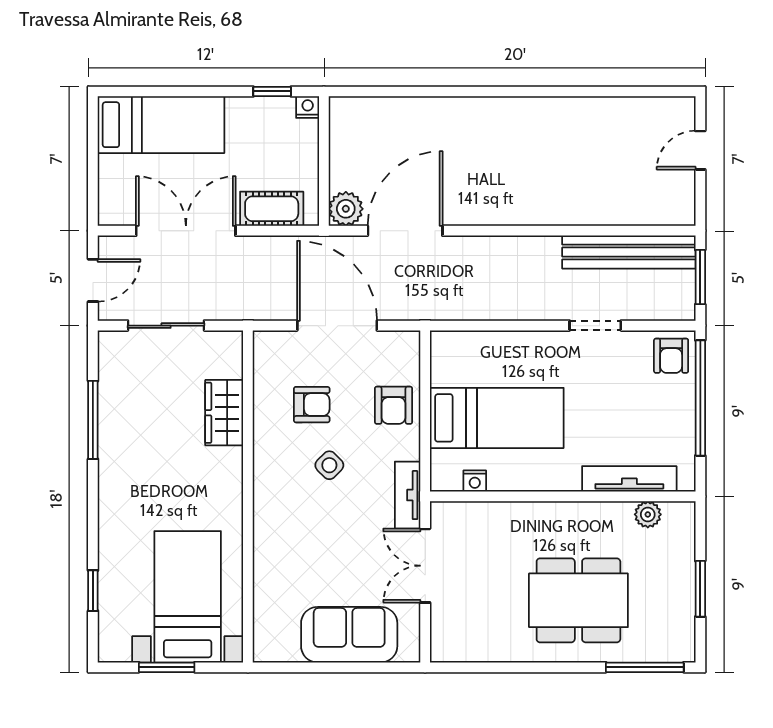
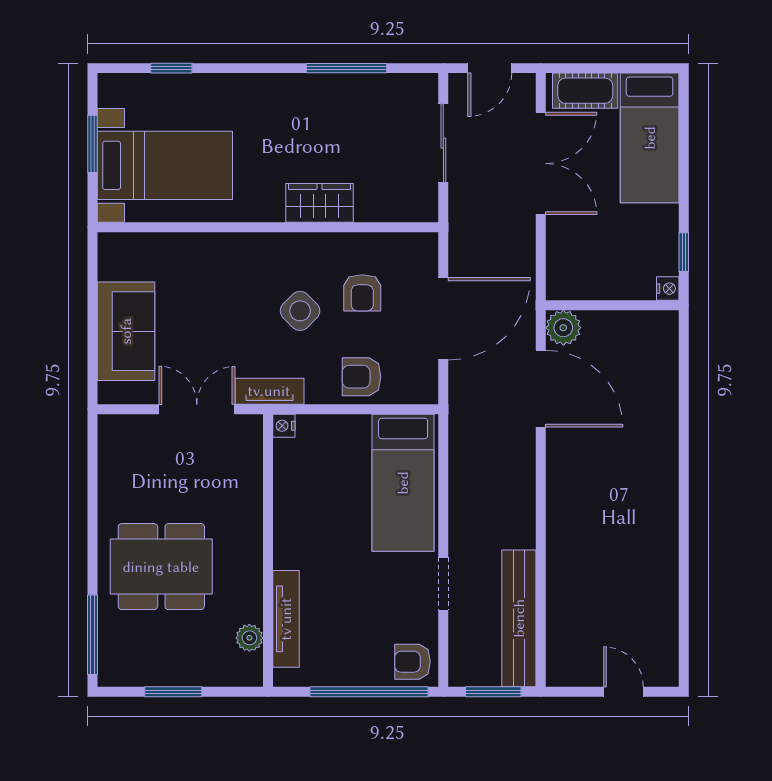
cot: (272, 209) -> (585, 91), moved, turned 90
door: (93, 280) -> (490, 68), hinge flipped
wardrobe: (224, 413) -> (319, 203), moved
bed: (497, 418) -> (403, 483), moved
side table: (329, 465) -> (300, 311), width x1.37, depth x1.37
nightstand: (475, 481) -> (284, 426), moved
dining table: (578, 600) -> (161, 567), turned 90

